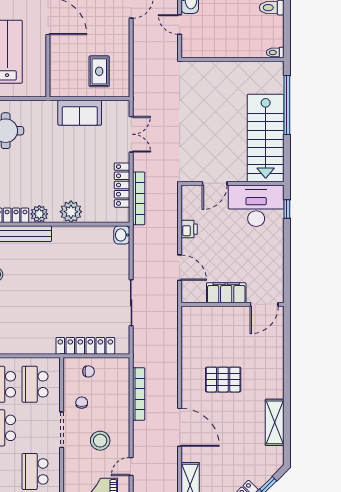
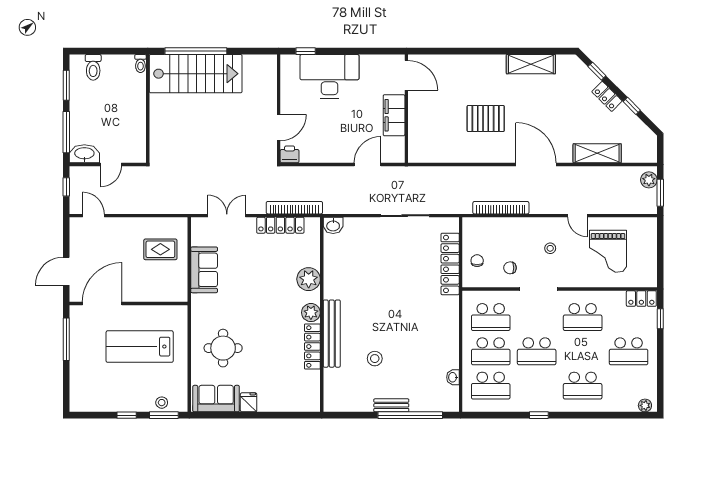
stairs: (266, 138) -> (196, 74), moved
door: (215, 183) -> (279, 128), hinge flipped
desk: (256, 206) -> (329, 76), moved, turned 90
printer: (189, 229) -> (290, 154), moved
pallet: (223, 380) -> (486, 119), turned 90
door: (180, 427) -> (536, 165), hinge flipped
stool: (100, 441) -> (550, 248), width x0.53, depth x0.53

